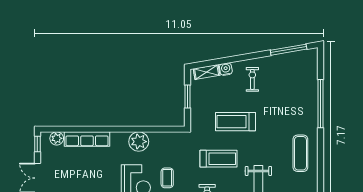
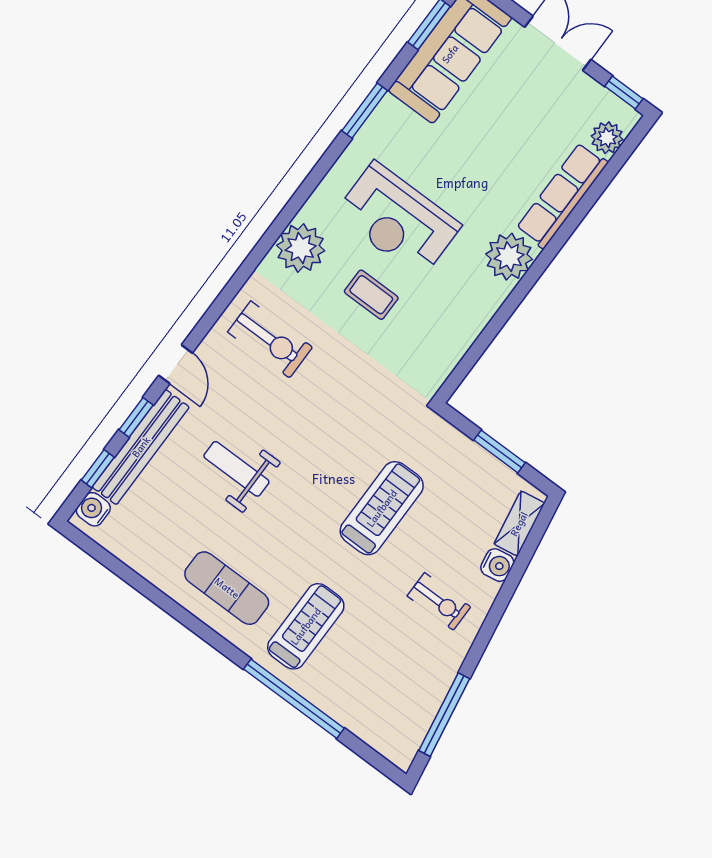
plant: (139, 142) -> (509, 257), moved
treadmill: (219, 159) -> (306, 626), moved, turned 180

